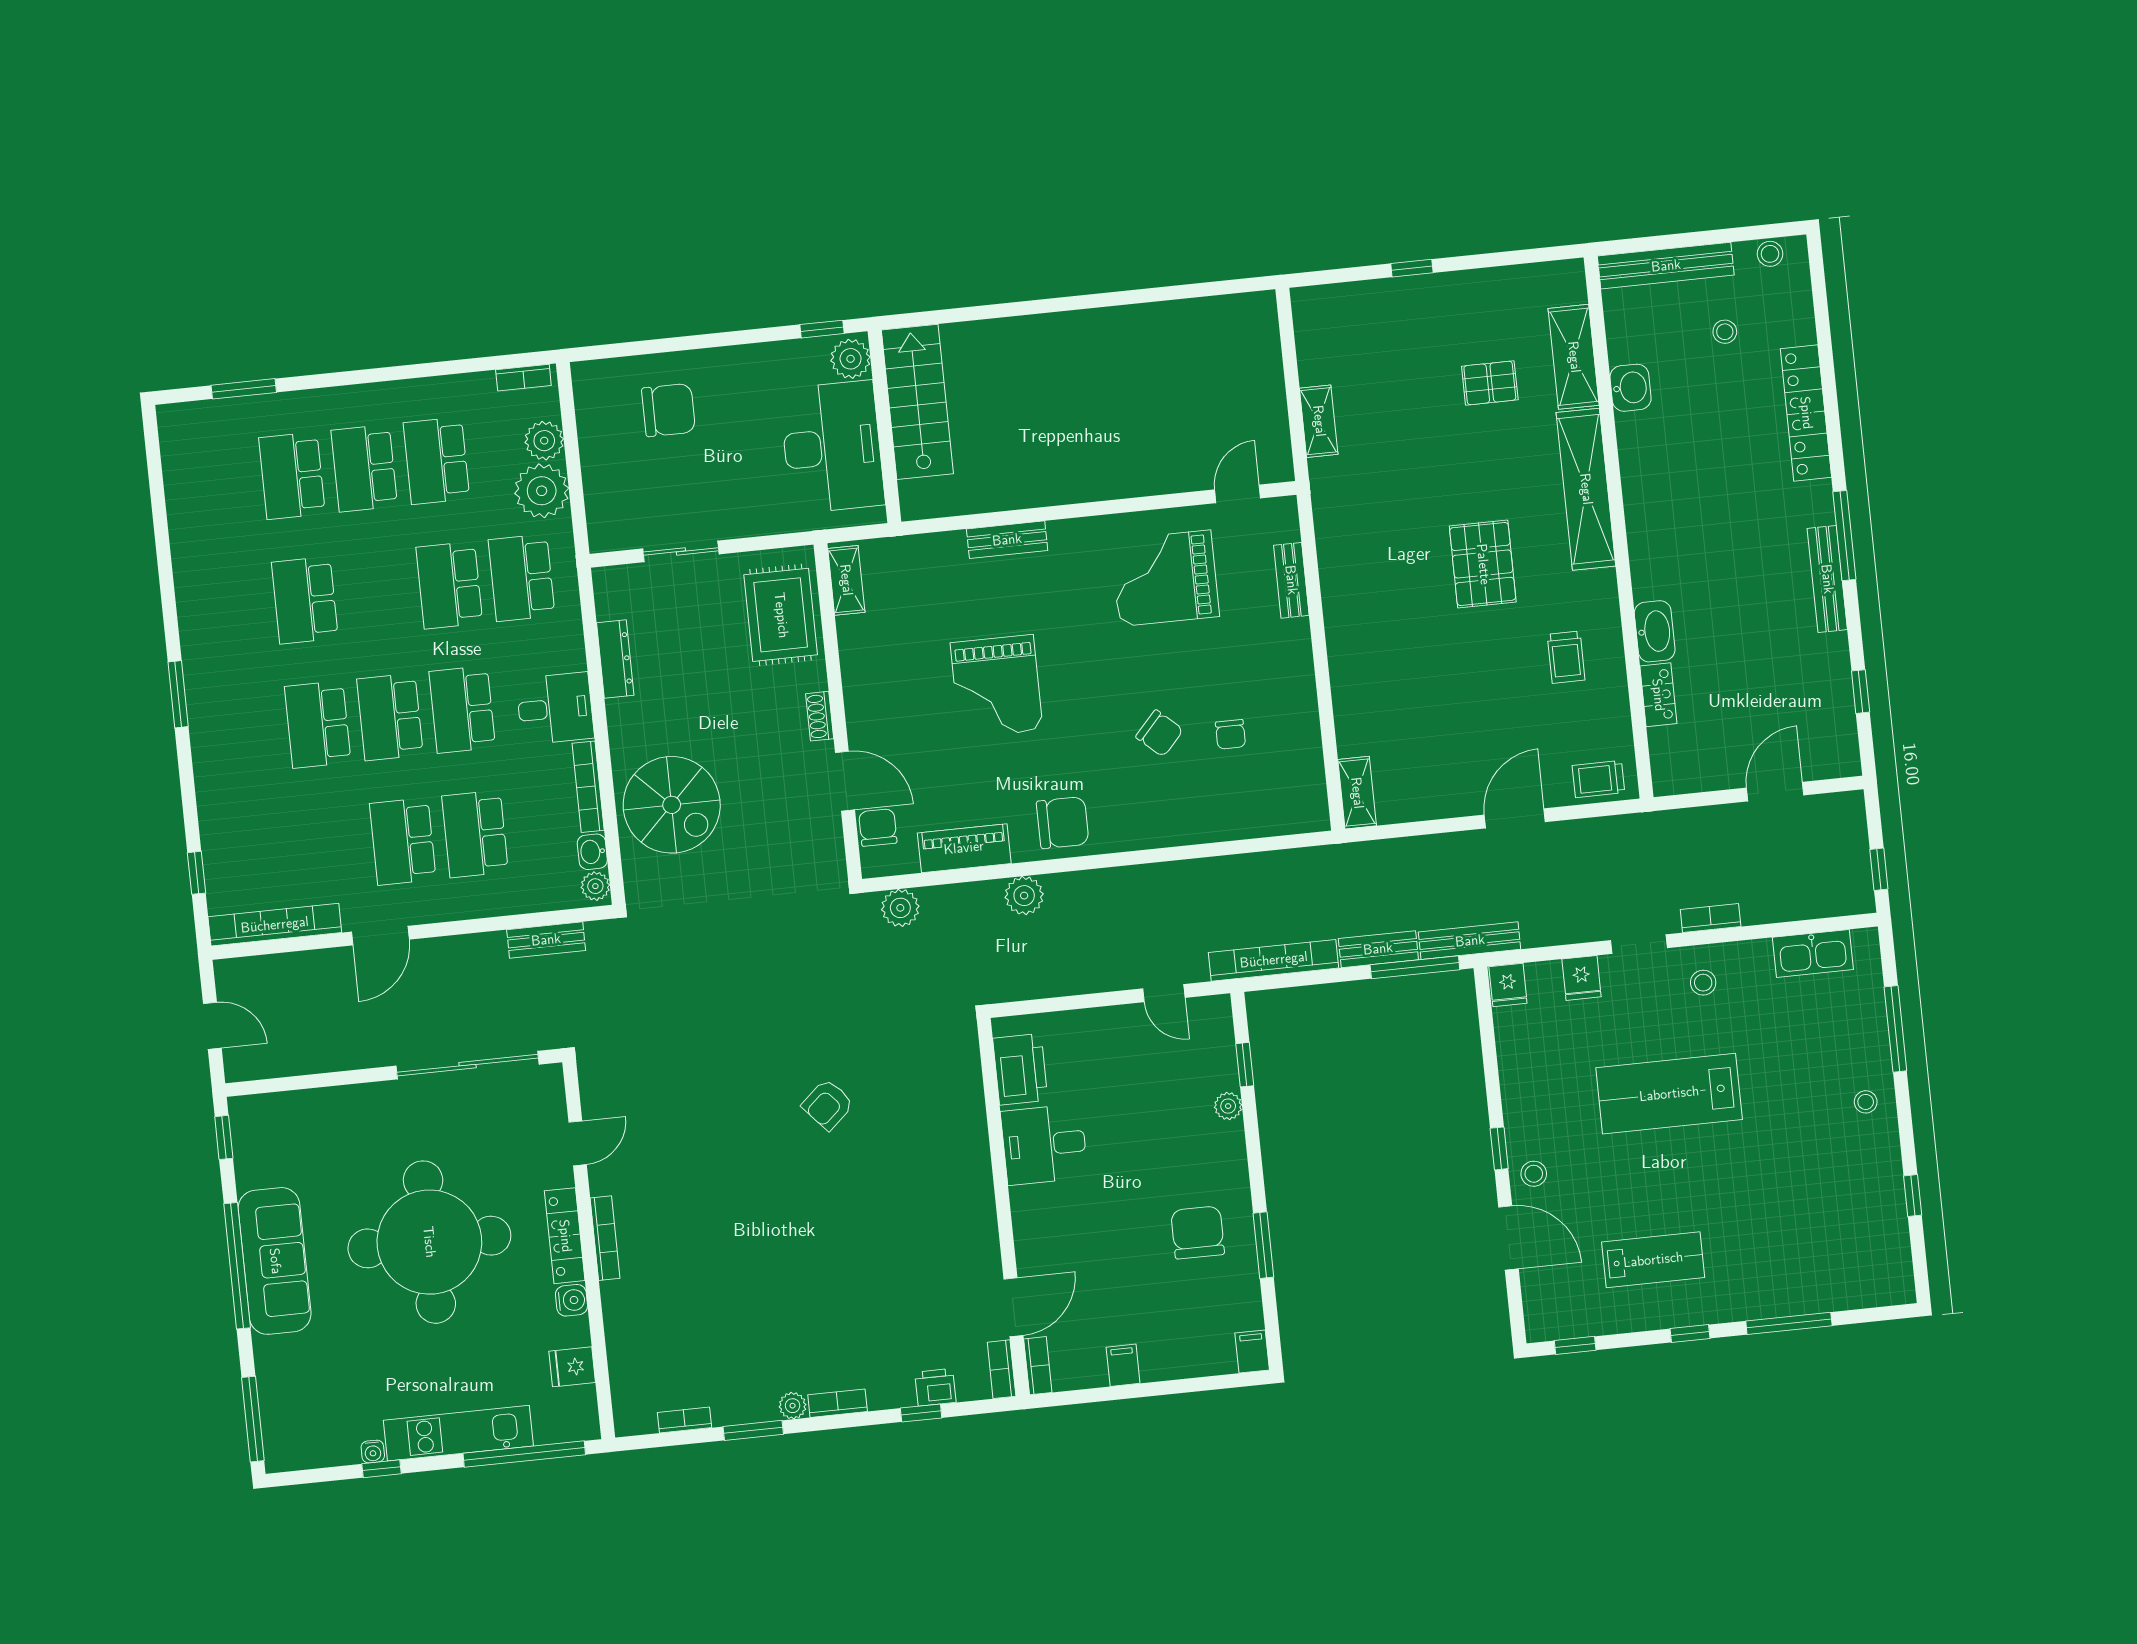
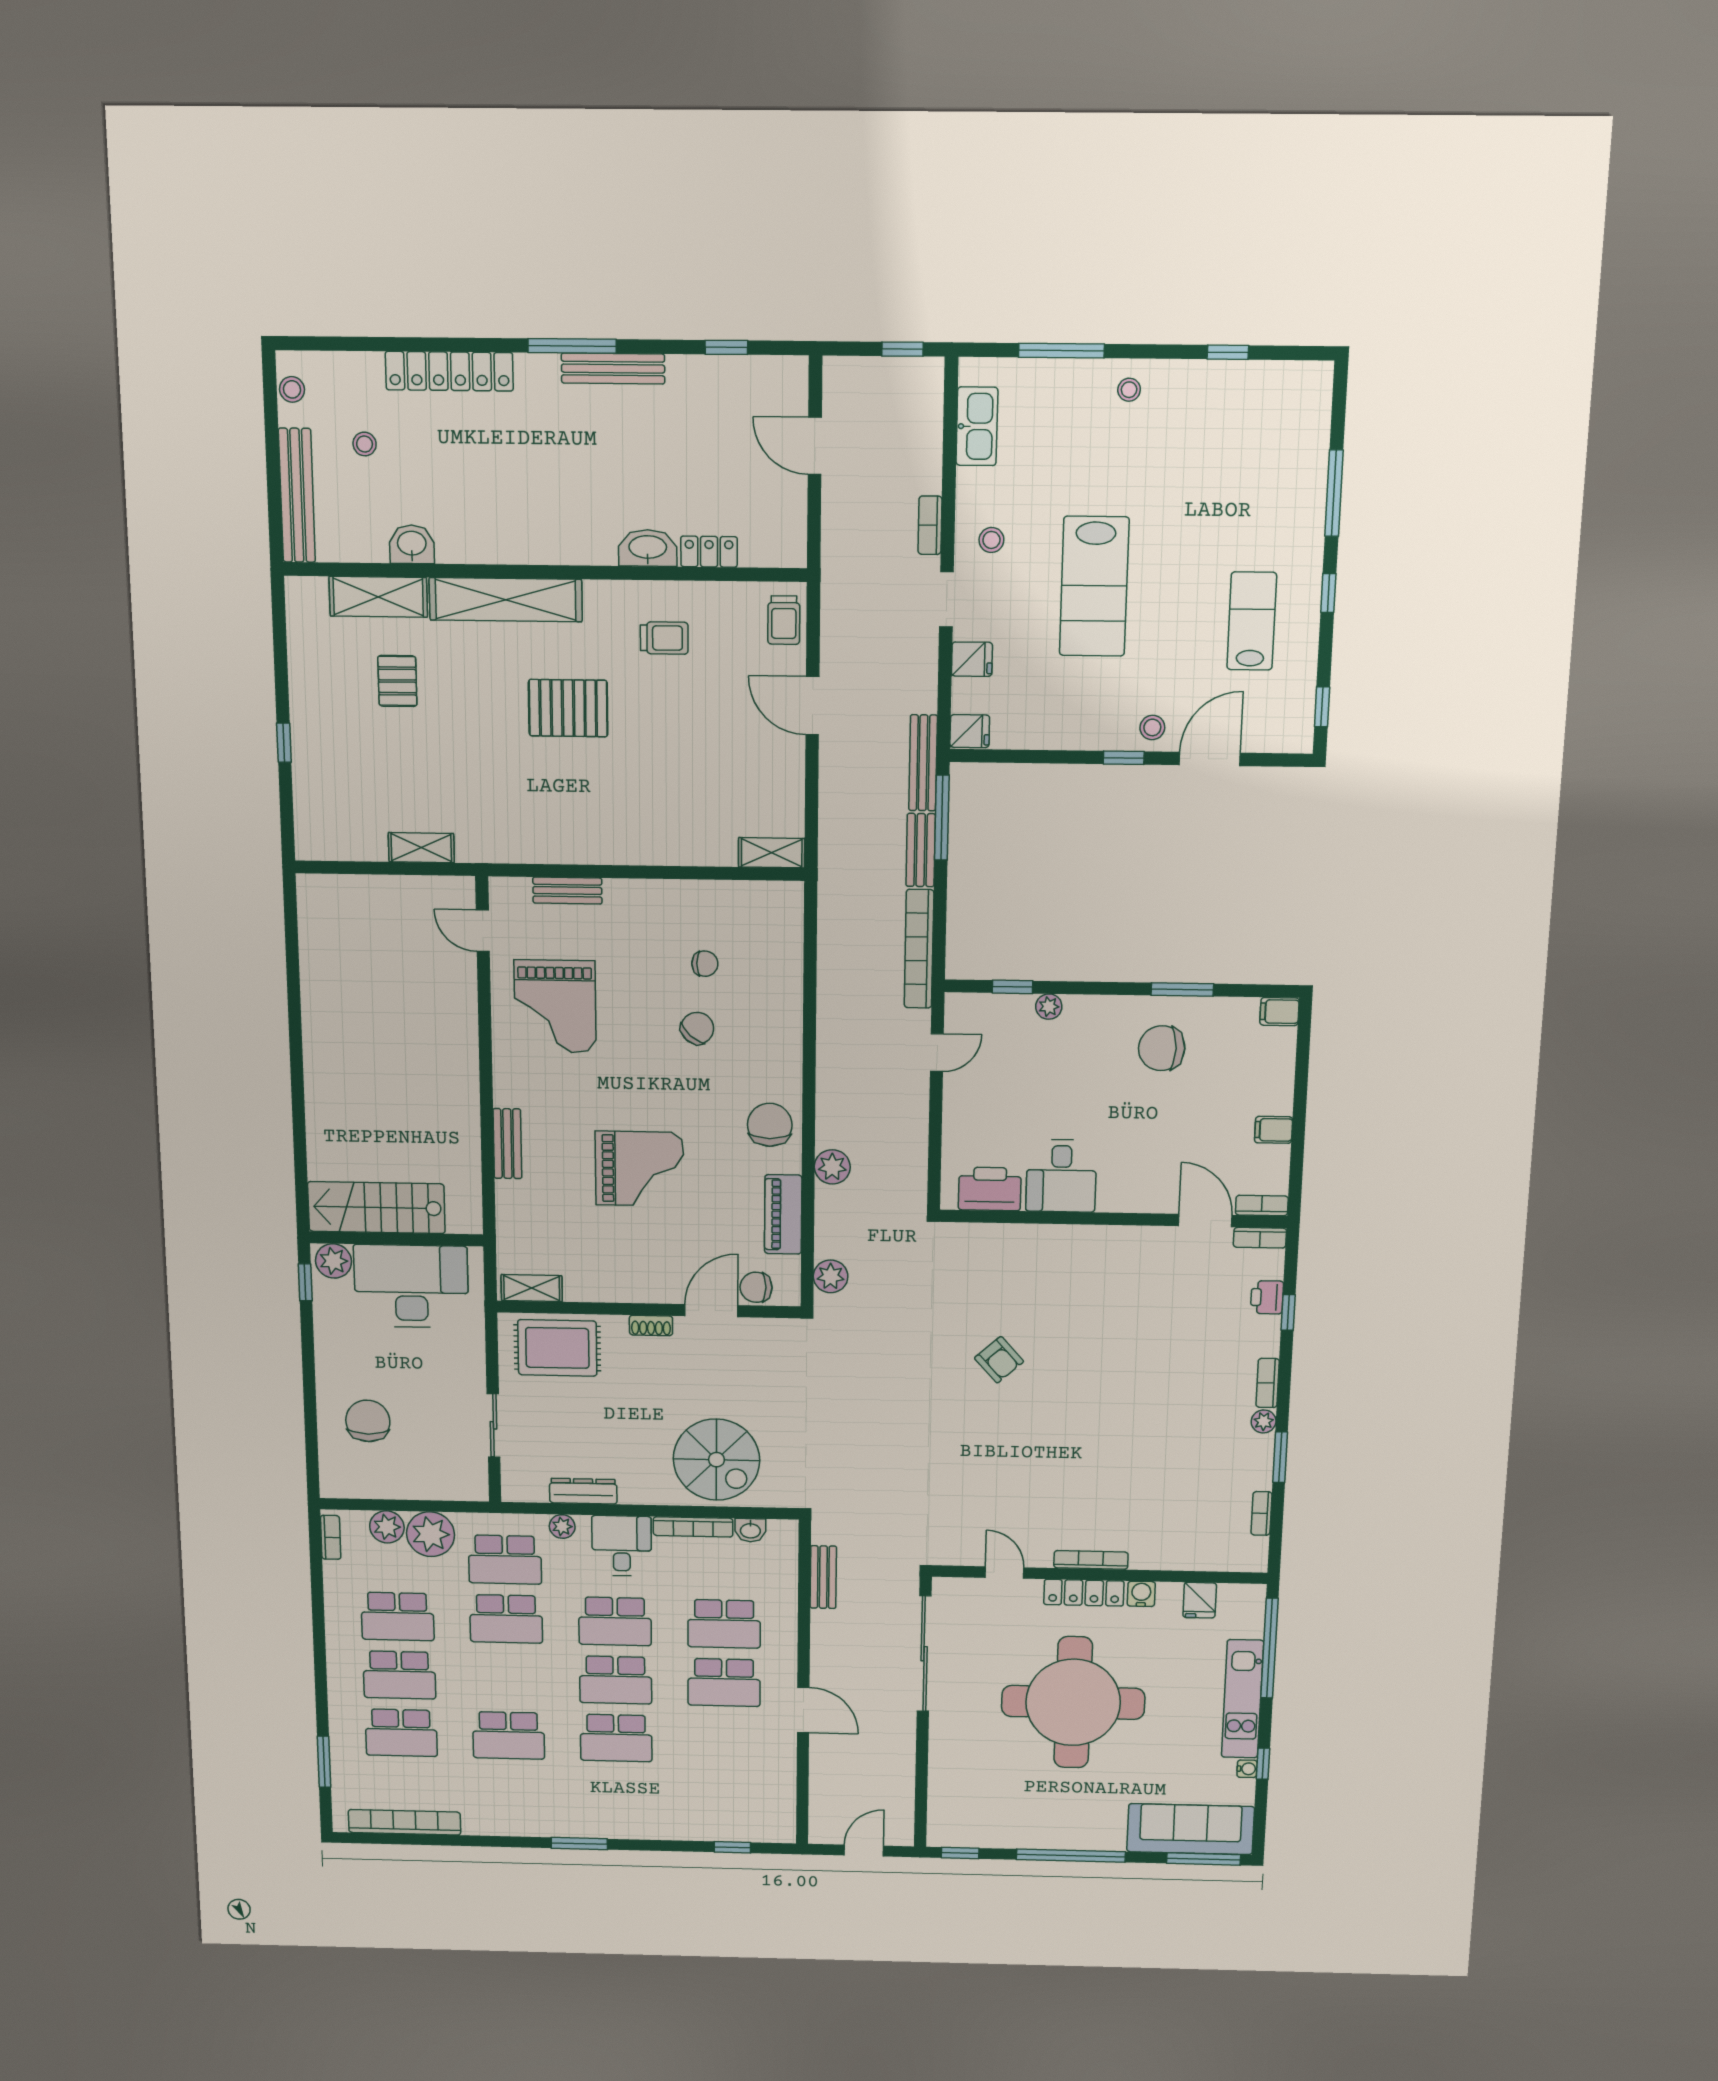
spiral stairs: (672, 805) -> (716, 1460), turned 90
plant: (595, 886) -> (562, 1526), moved
bookcase: (275, 925) -> (404, 1822), moved, turned 90
sofa: (275, 1261) -> (1191, 1829), moved

